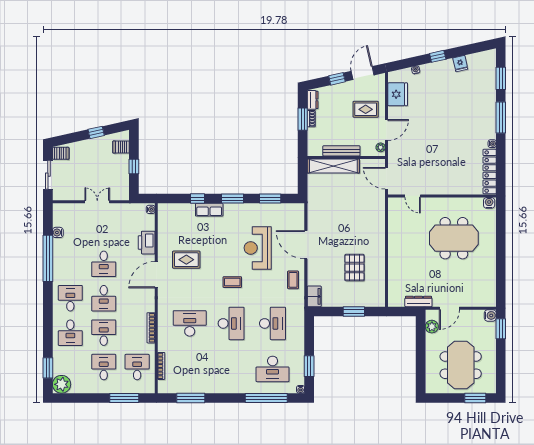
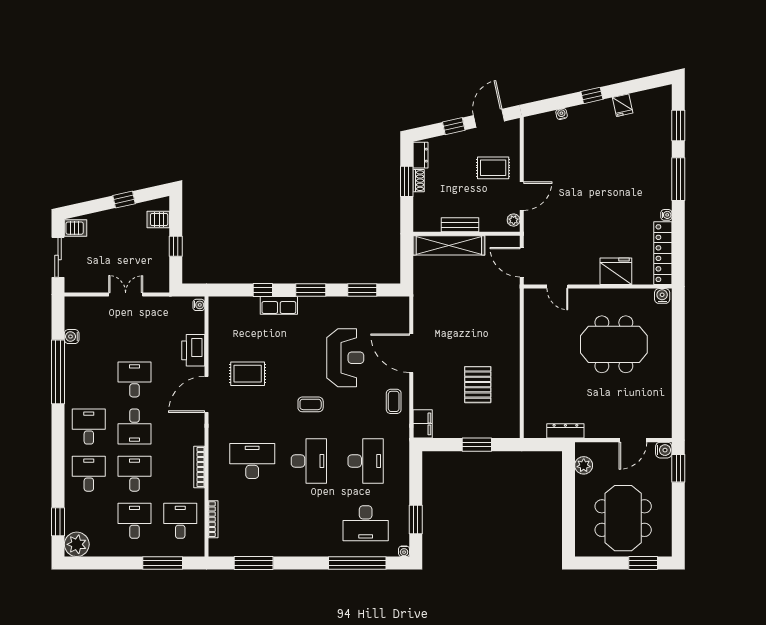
fridge: (398, 94) -> (616, 271), moved, turned -90
bench: (341, 151) -> (460, 225), width x0.73
reception desk: (258, 248) -> (345, 358), turned 180
desk: (104, 264) -> (135, 379), turned 180
door: (449, 308) -> (633, 440), moved
desk: (70, 333) -> (89, 474), turned 180

